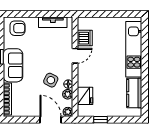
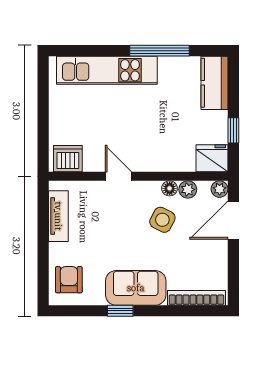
dishwasher: (85, 38) -> (68, 159), moved
window: (145, 79) -> (160, 51), added
kitchen counter: (134, 93) -> (215, 83), moved, turned 90
fridge: (85, 96) -> (212, 158), moved

